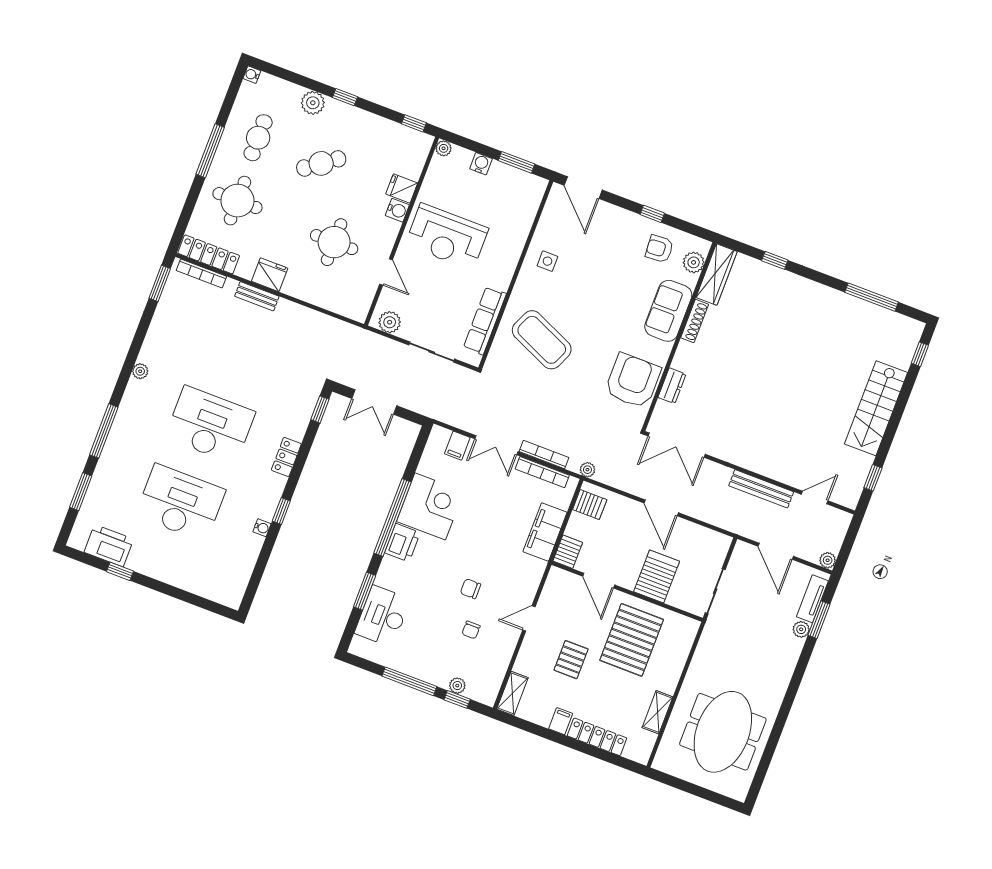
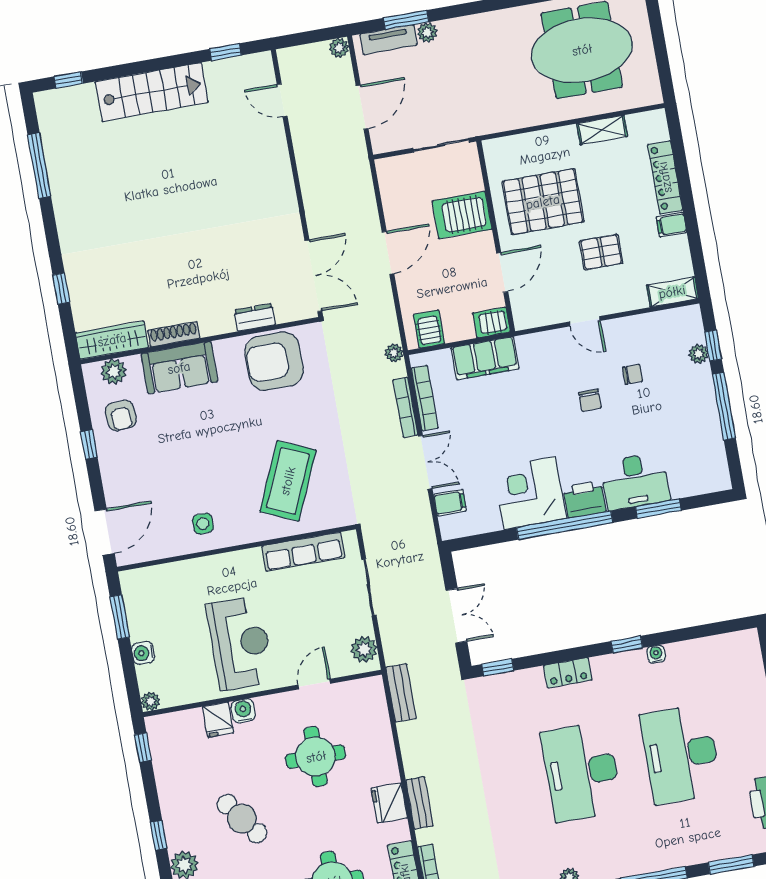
bench: (761, 489) -> (401, 693), moved, width x0.73
desk: (382, 616) -> (635, 481), moved

